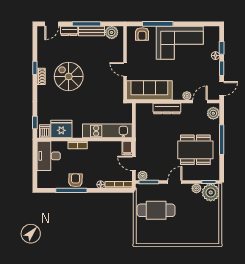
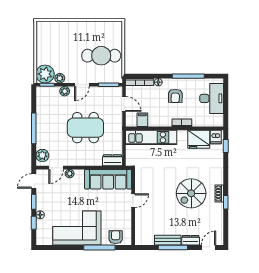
plant: (112, 32) -> (147, 239), removed
door: (125, 69) -> (133, 201), hinge flipped
spiral stairs: (69, 76) -> (191, 193), turned 90
dresser: (167, 109) -> (112, 160), moved, width x0.70
filing cabinet: (127, 148) -> (142, 120), moved
dining table: (195, 150) -> (85, 128), moved
desk: (49, 156) -> (212, 98), moved
plant: (143, 176) -> (65, 91), moved
armchair: (76, 180) -> (175, 96), moved

